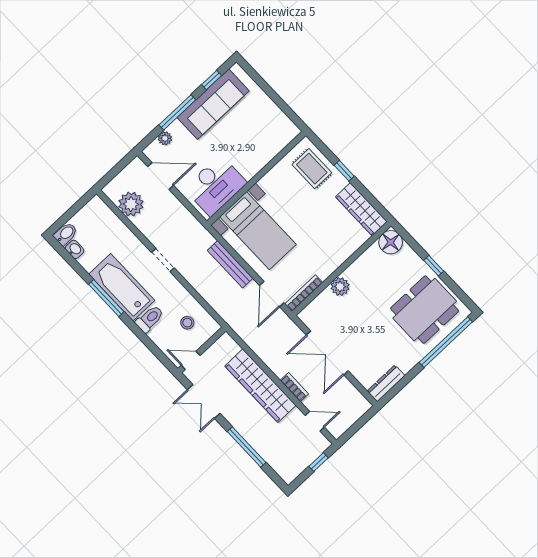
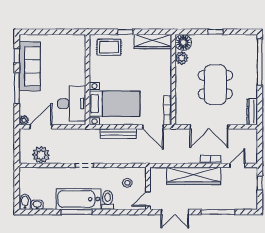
plant: (165, 138) -> (24, 120), moved
plant: (340, 287) -> (182, 58), moved
dining table: (425, 310) -> (215, 85), moved

